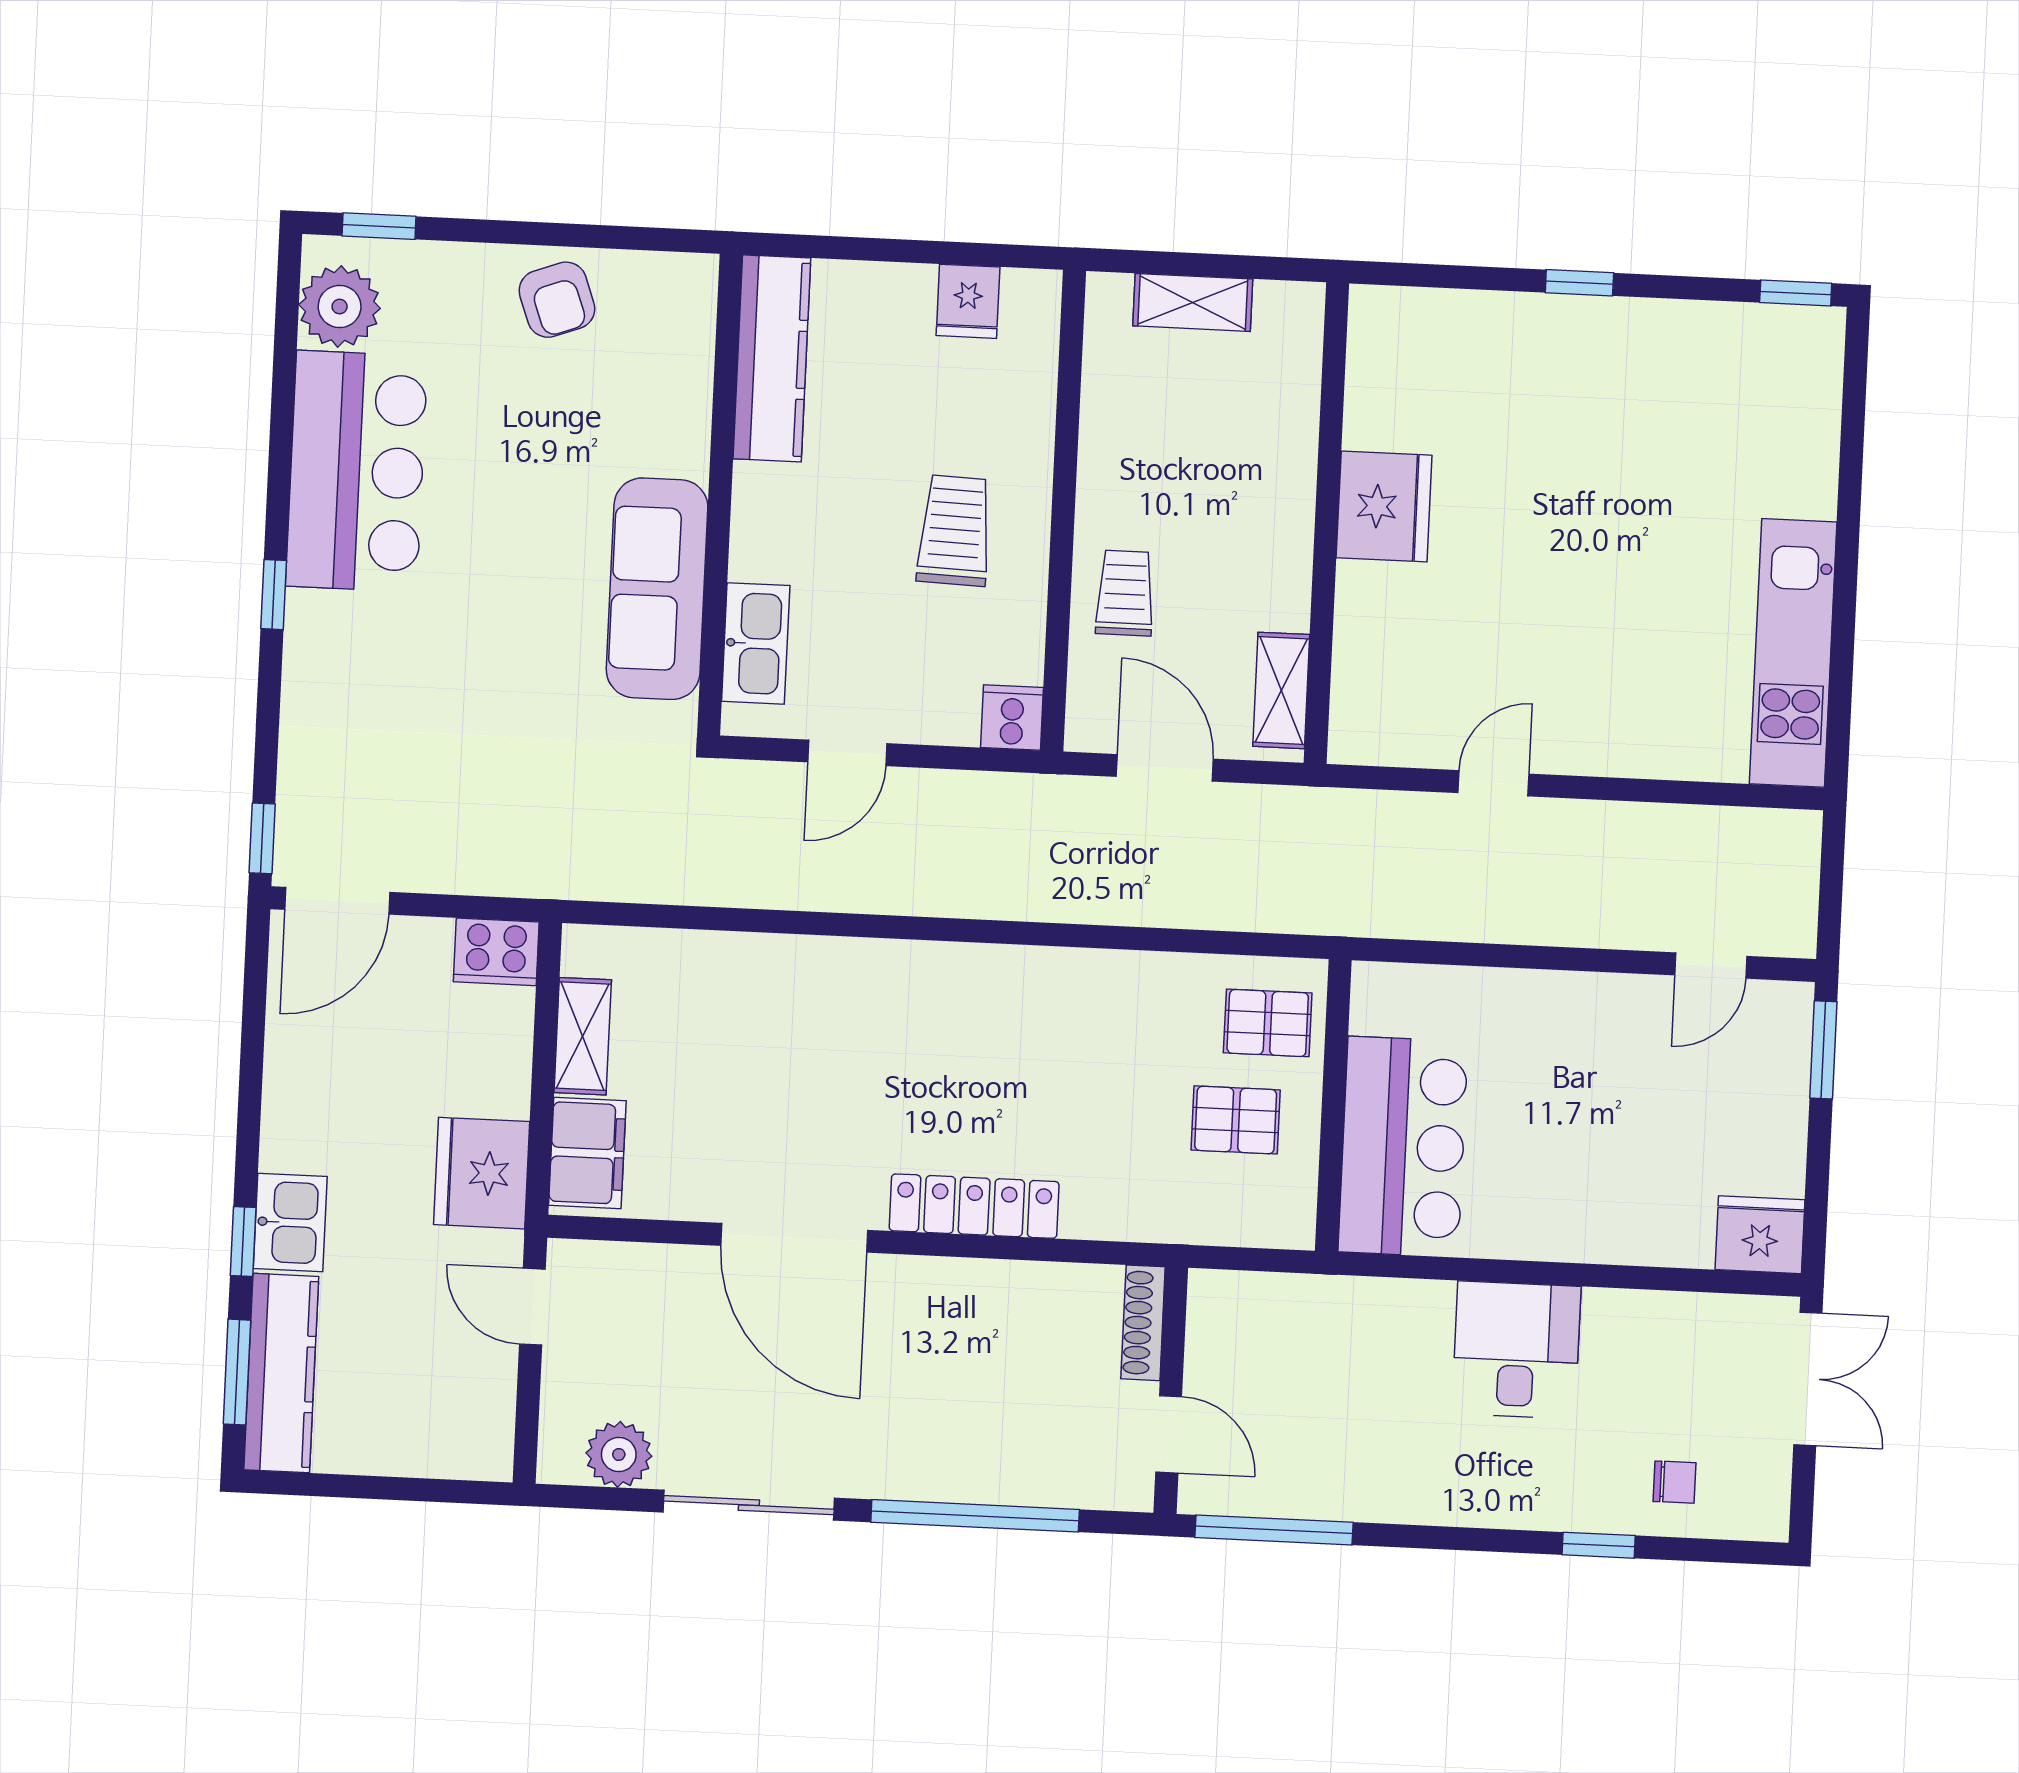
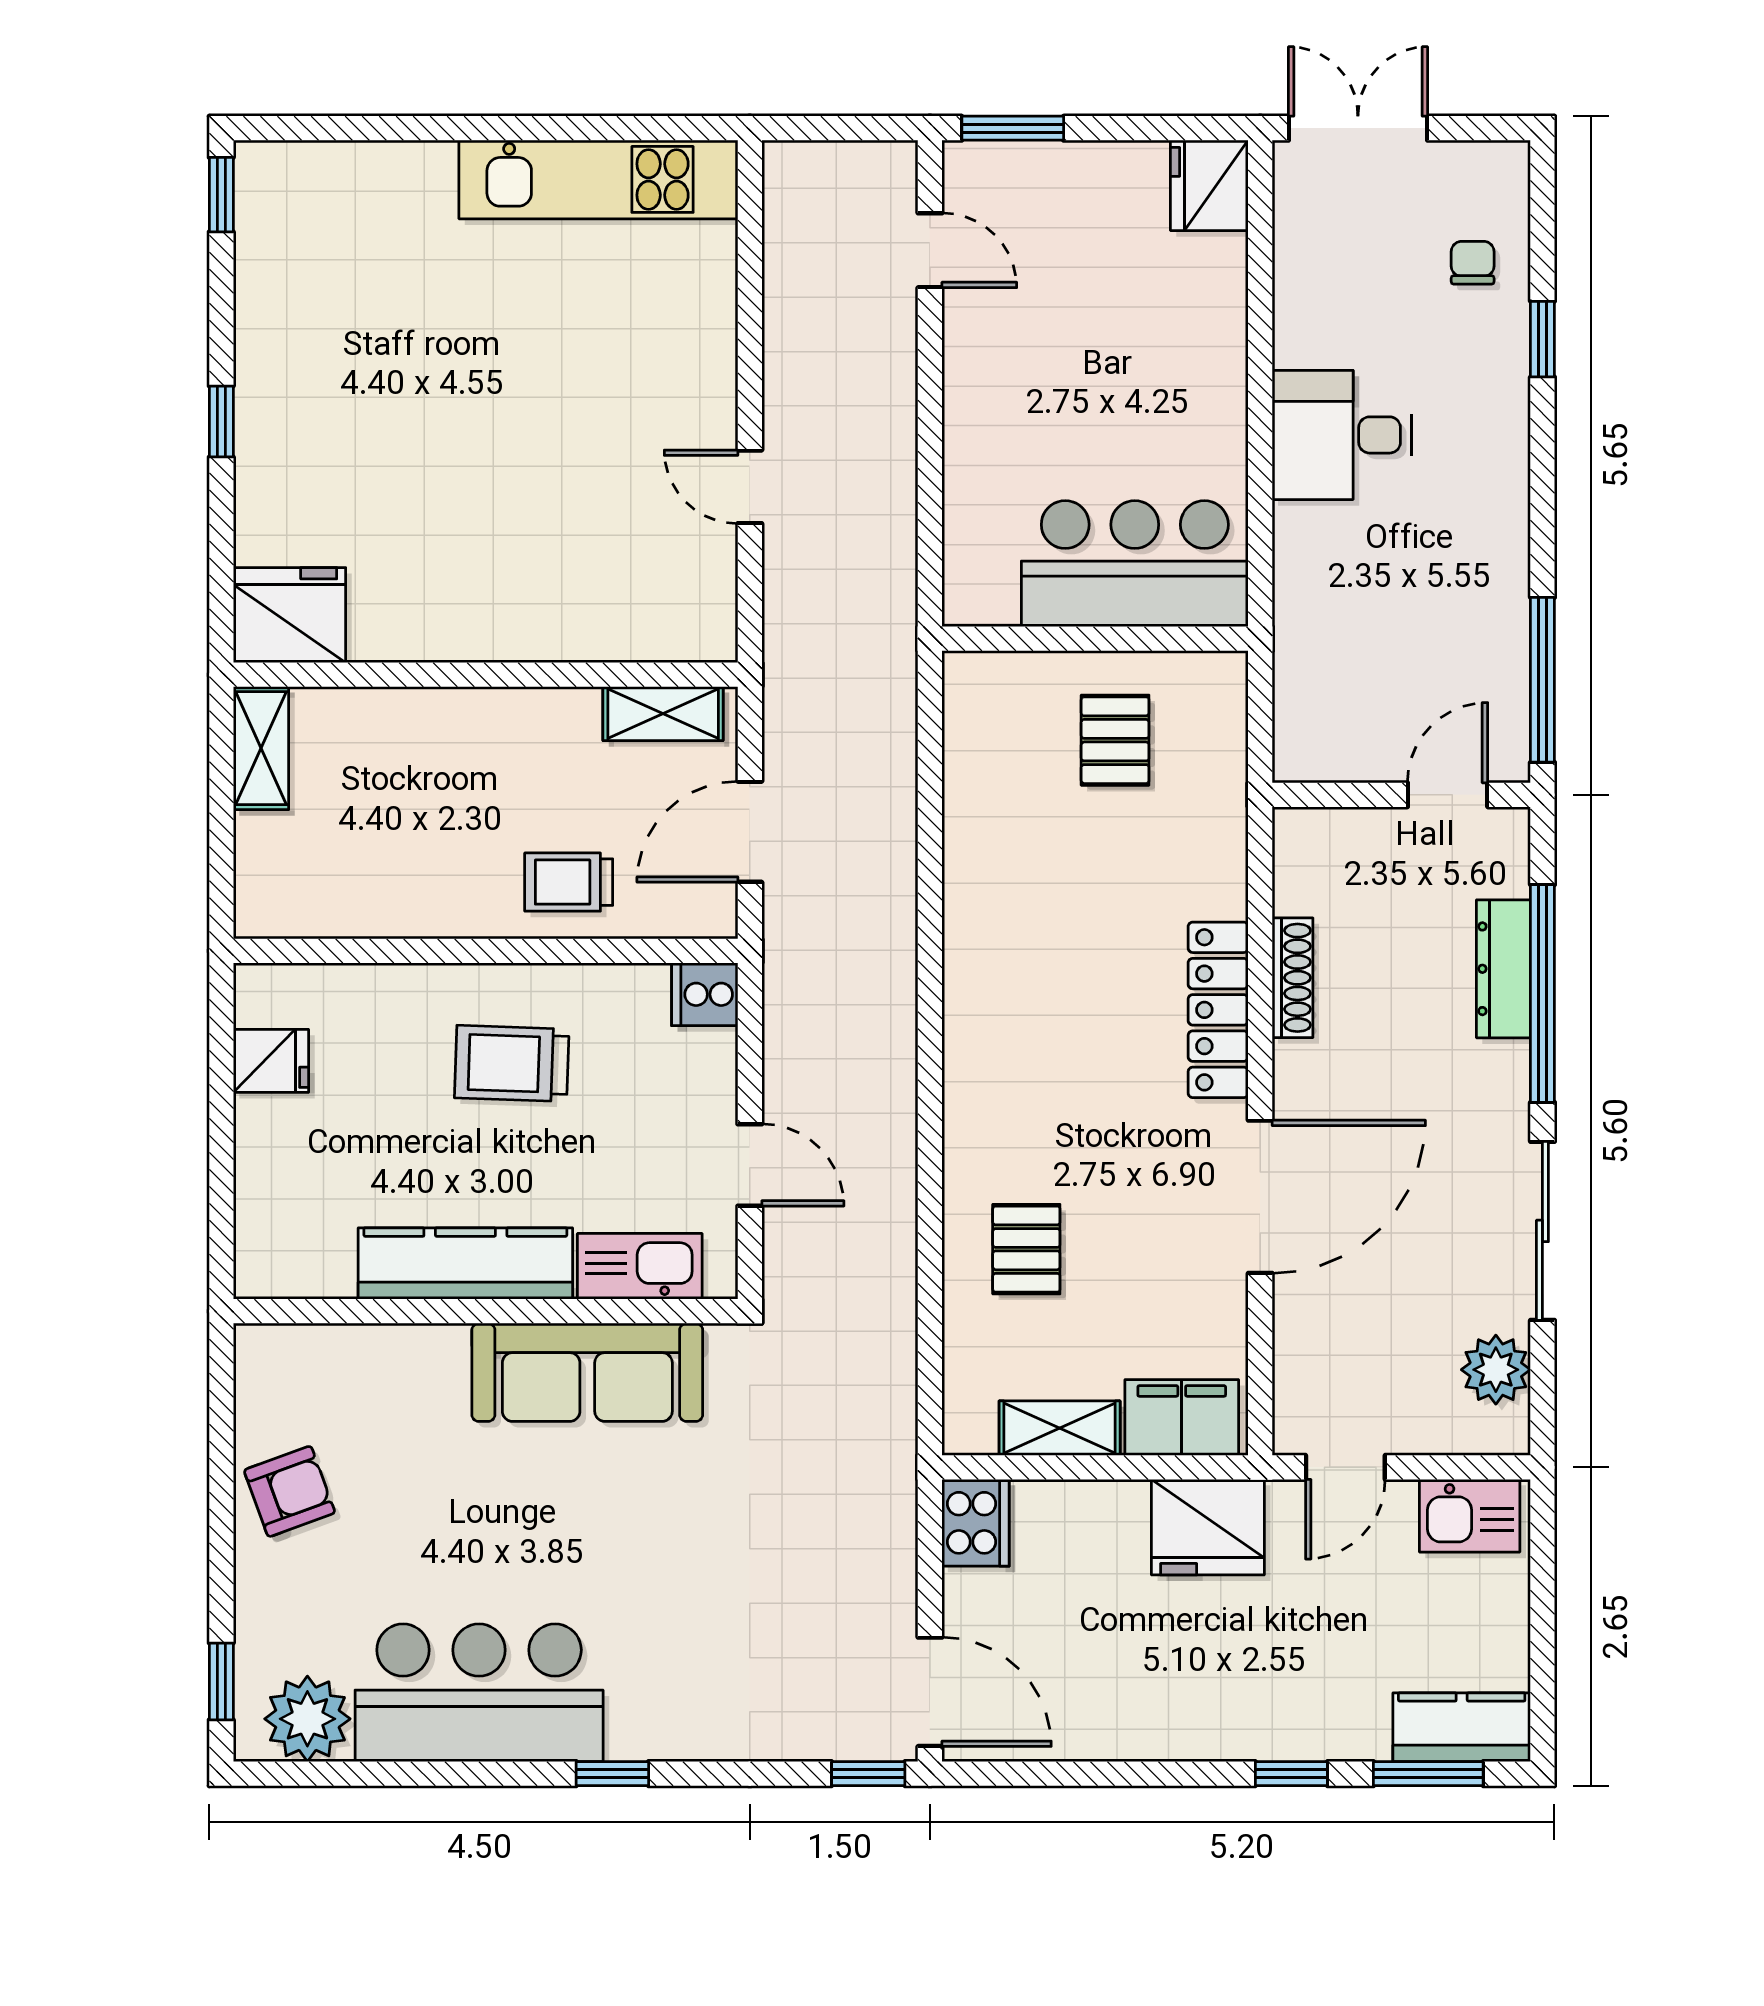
shelving: (1193, 302) -> (261, 748), moved
kitchen counter: (772, 358) -> (465, 1263), moved
fridge: (1384, 506) -> (290, 615), moved
pallet: (1268, 1023) -> (1026, 1249), moved
kitchen sink: (290, 1222) -> (1470, 1516), moved, turned 180
shoe rack: (1143, 1323) -> (1293, 978), moved, turned -90
kitchen counter: (281, 1373) -> (1462, 1727), width x0.67
dresser: (1000, 1480) -> (1503, 969), added

